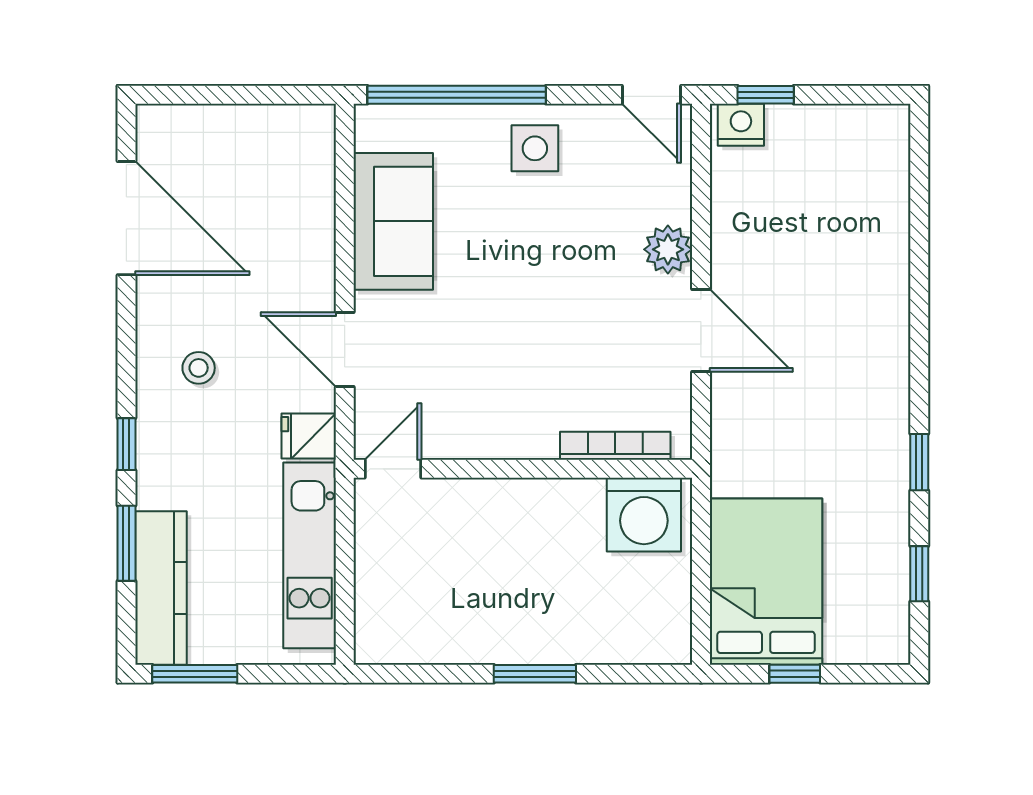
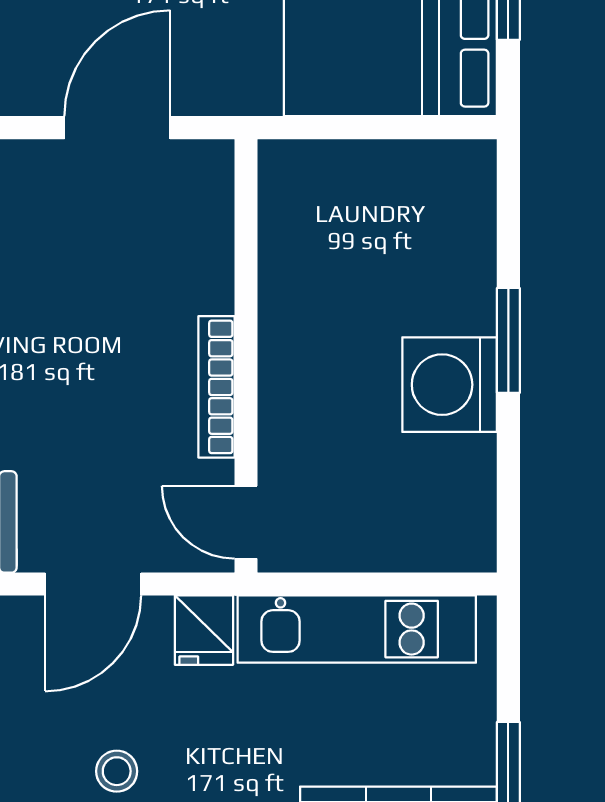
door: (701, 331) -> (117, 128), moved
bookcase: (615, 446) -> (216, 387), moved
washing machine: (644, 515) -> (450, 385), moved, turned 180

